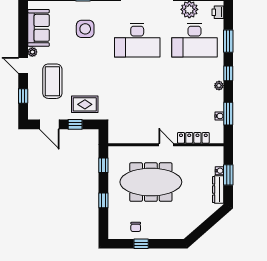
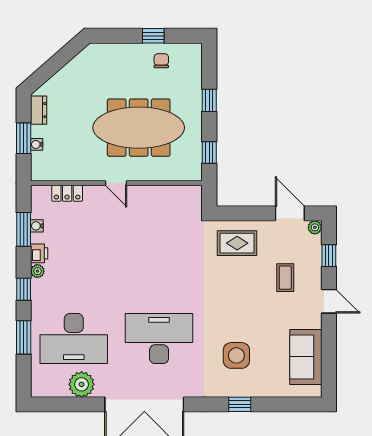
printer: (218, 12) -> (39, 253), moved
desk: (194, 40) -> (74, 339), turned 180
plant: (32, 52) -> (315, 227), moved
coffee table: (52, 81) -> (285, 278), width x0.54, depth x0.58
window: (75, 124) -> (252, 213), removed
locker: (193, 138) -> (67, 193), width x0.66
dresser: (218, 190) -> (39, 110), width x0.70

